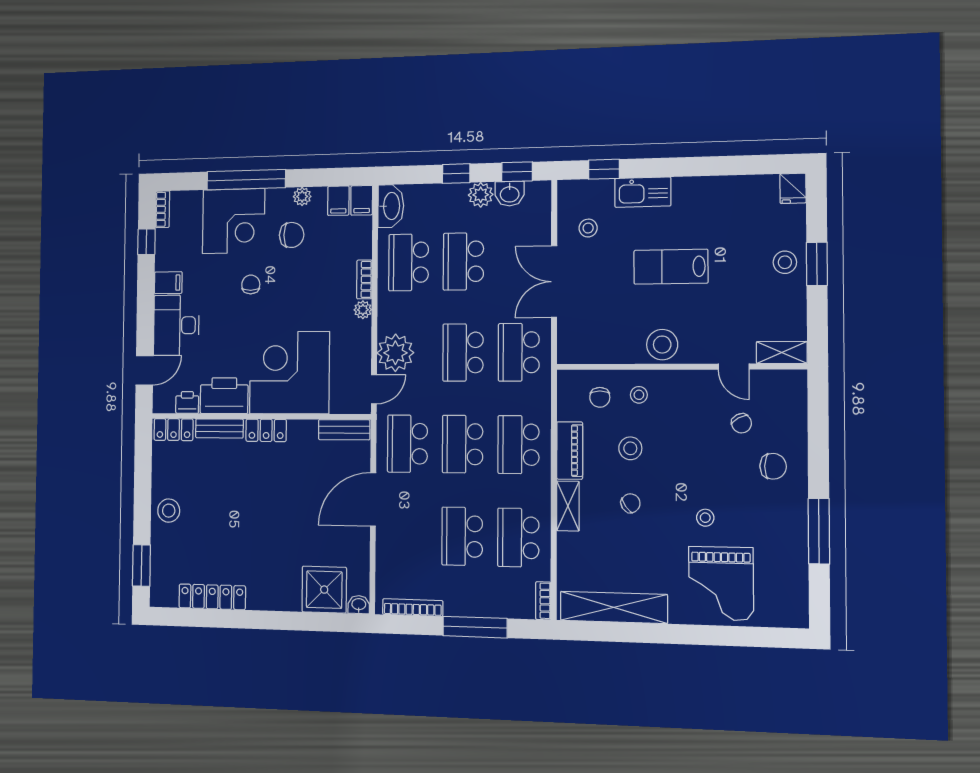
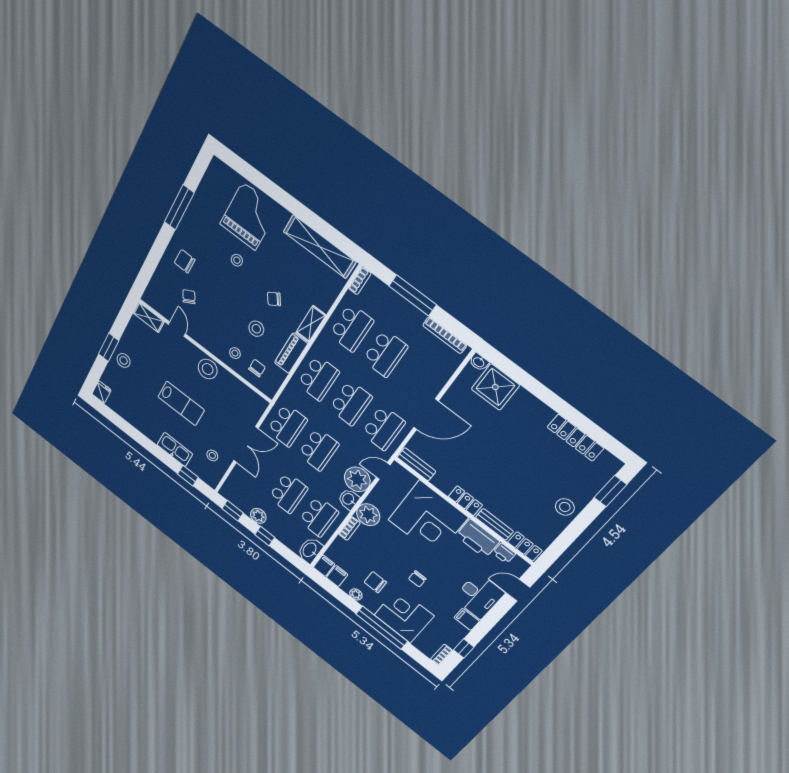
washbasin: (510, 194) -> (349, 499), moved, turned -90
plant: (363, 310) -> (368, 515), width x1.87, depth x1.87

